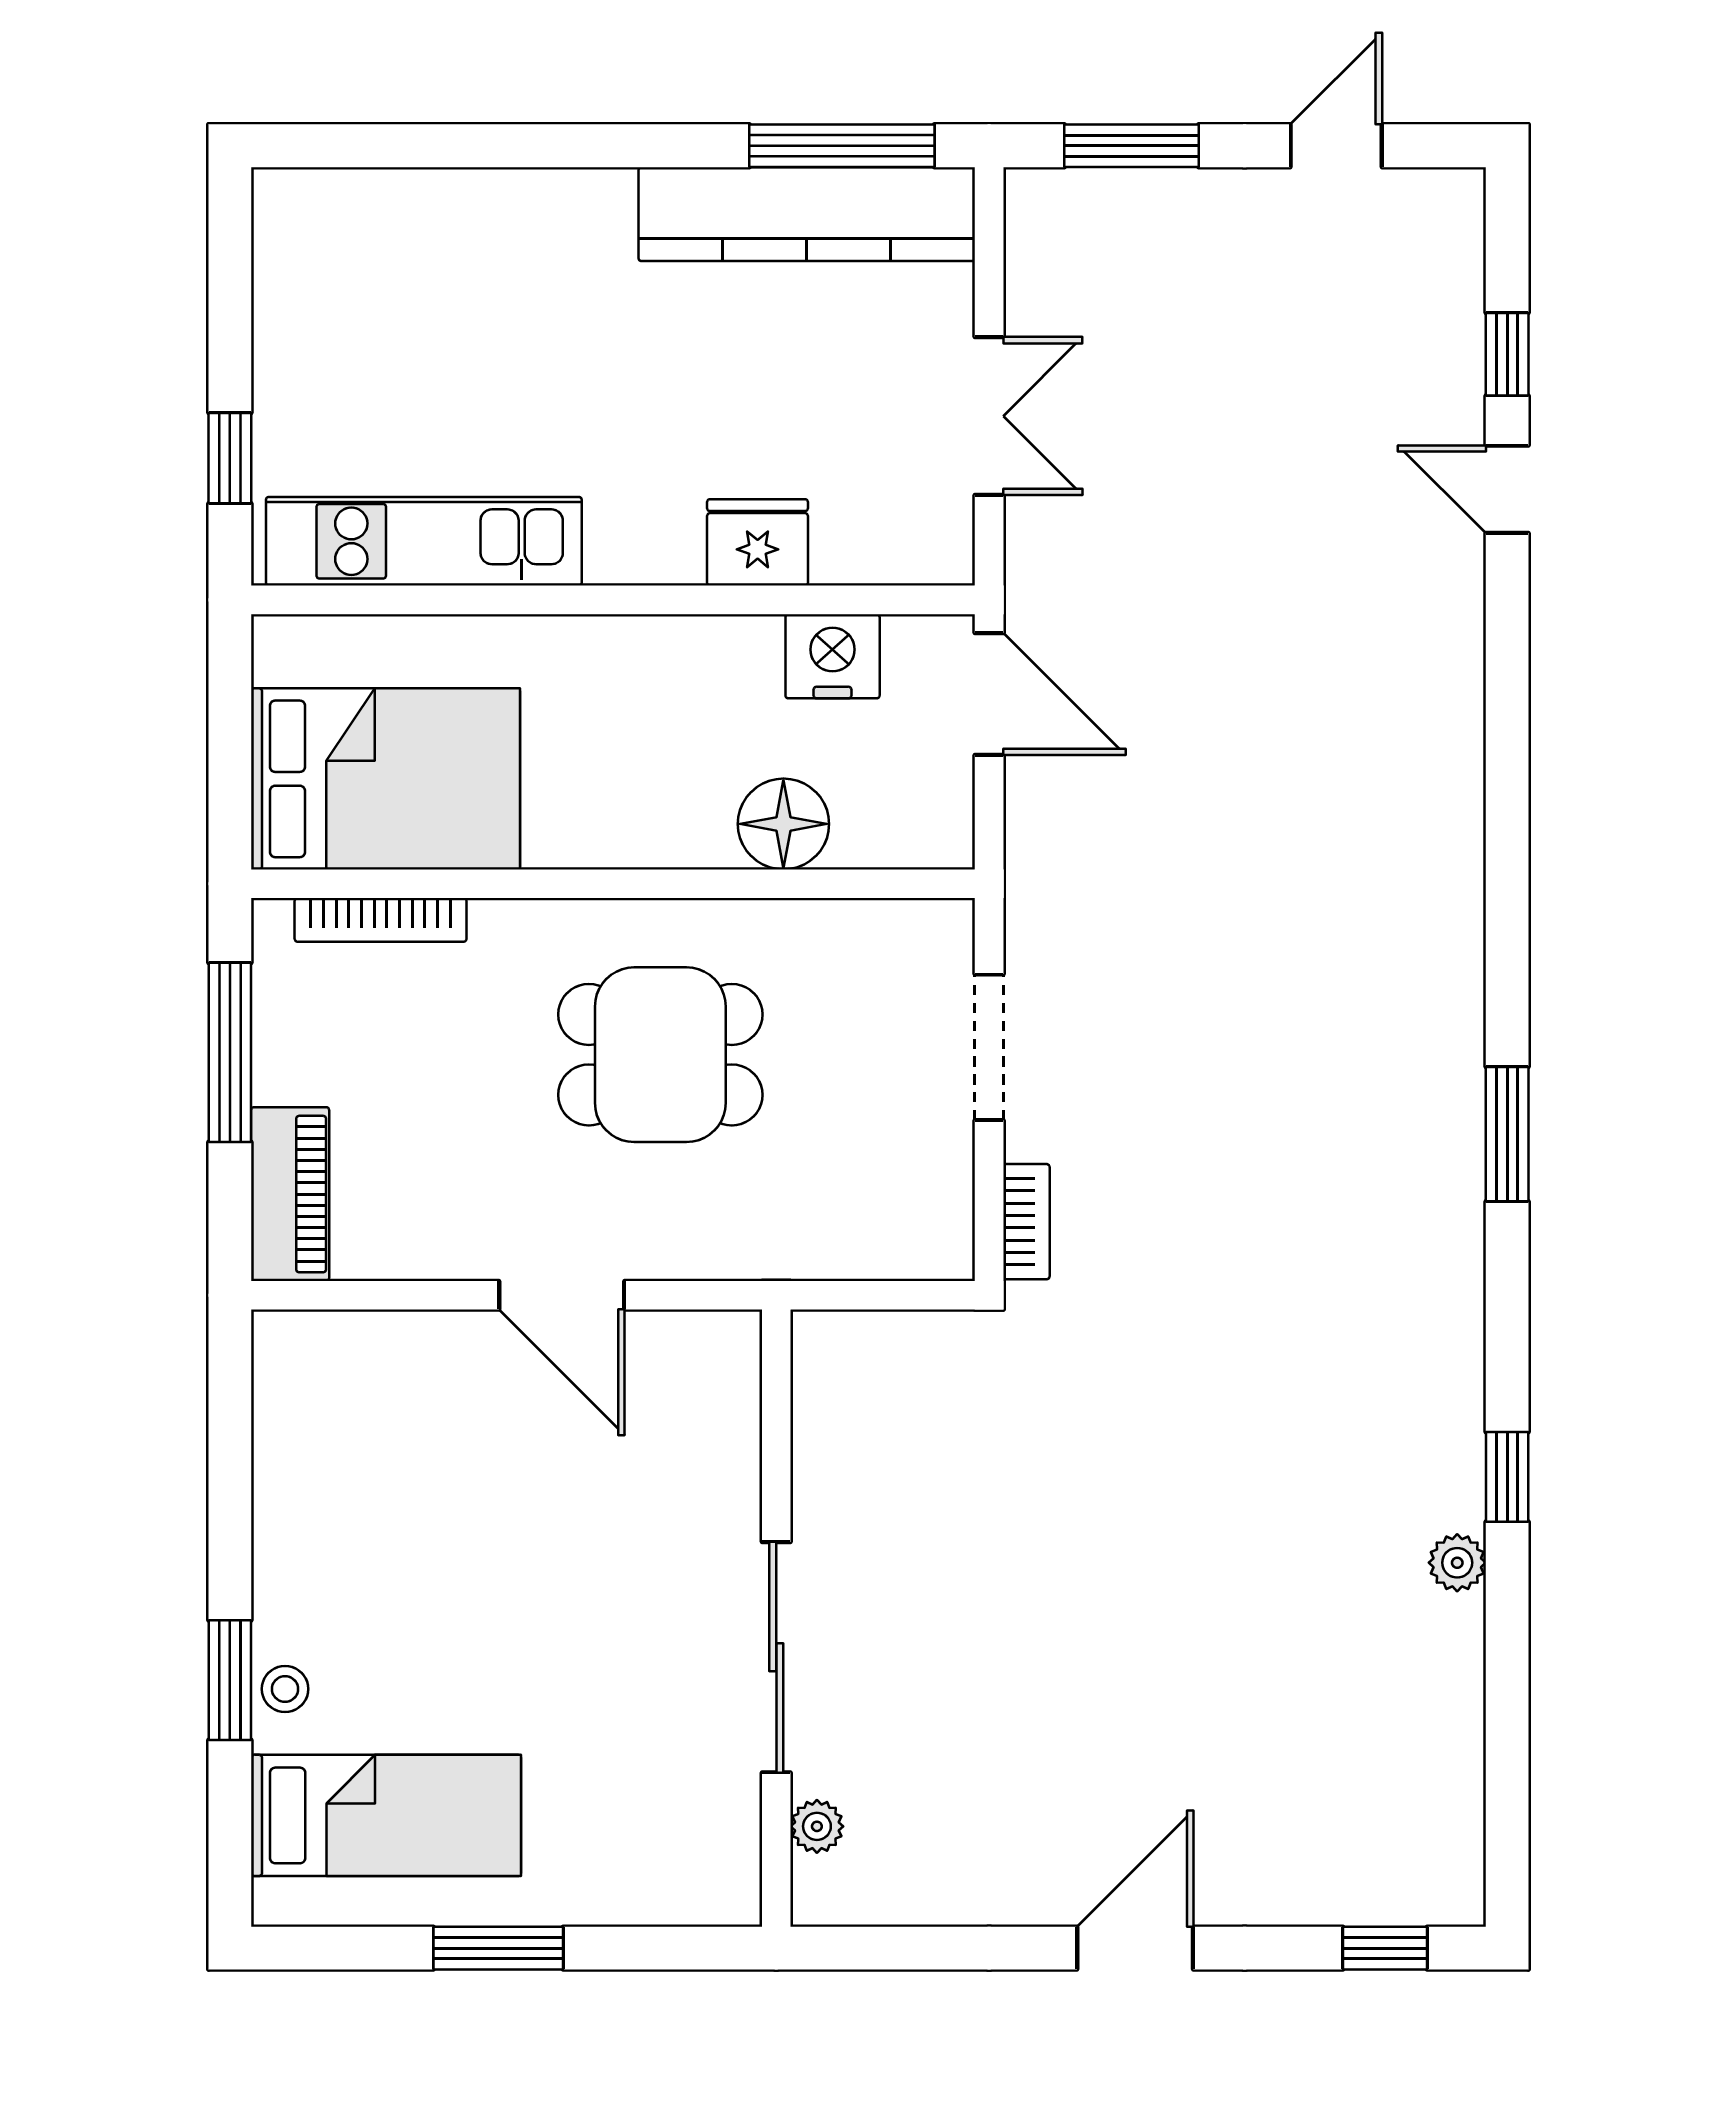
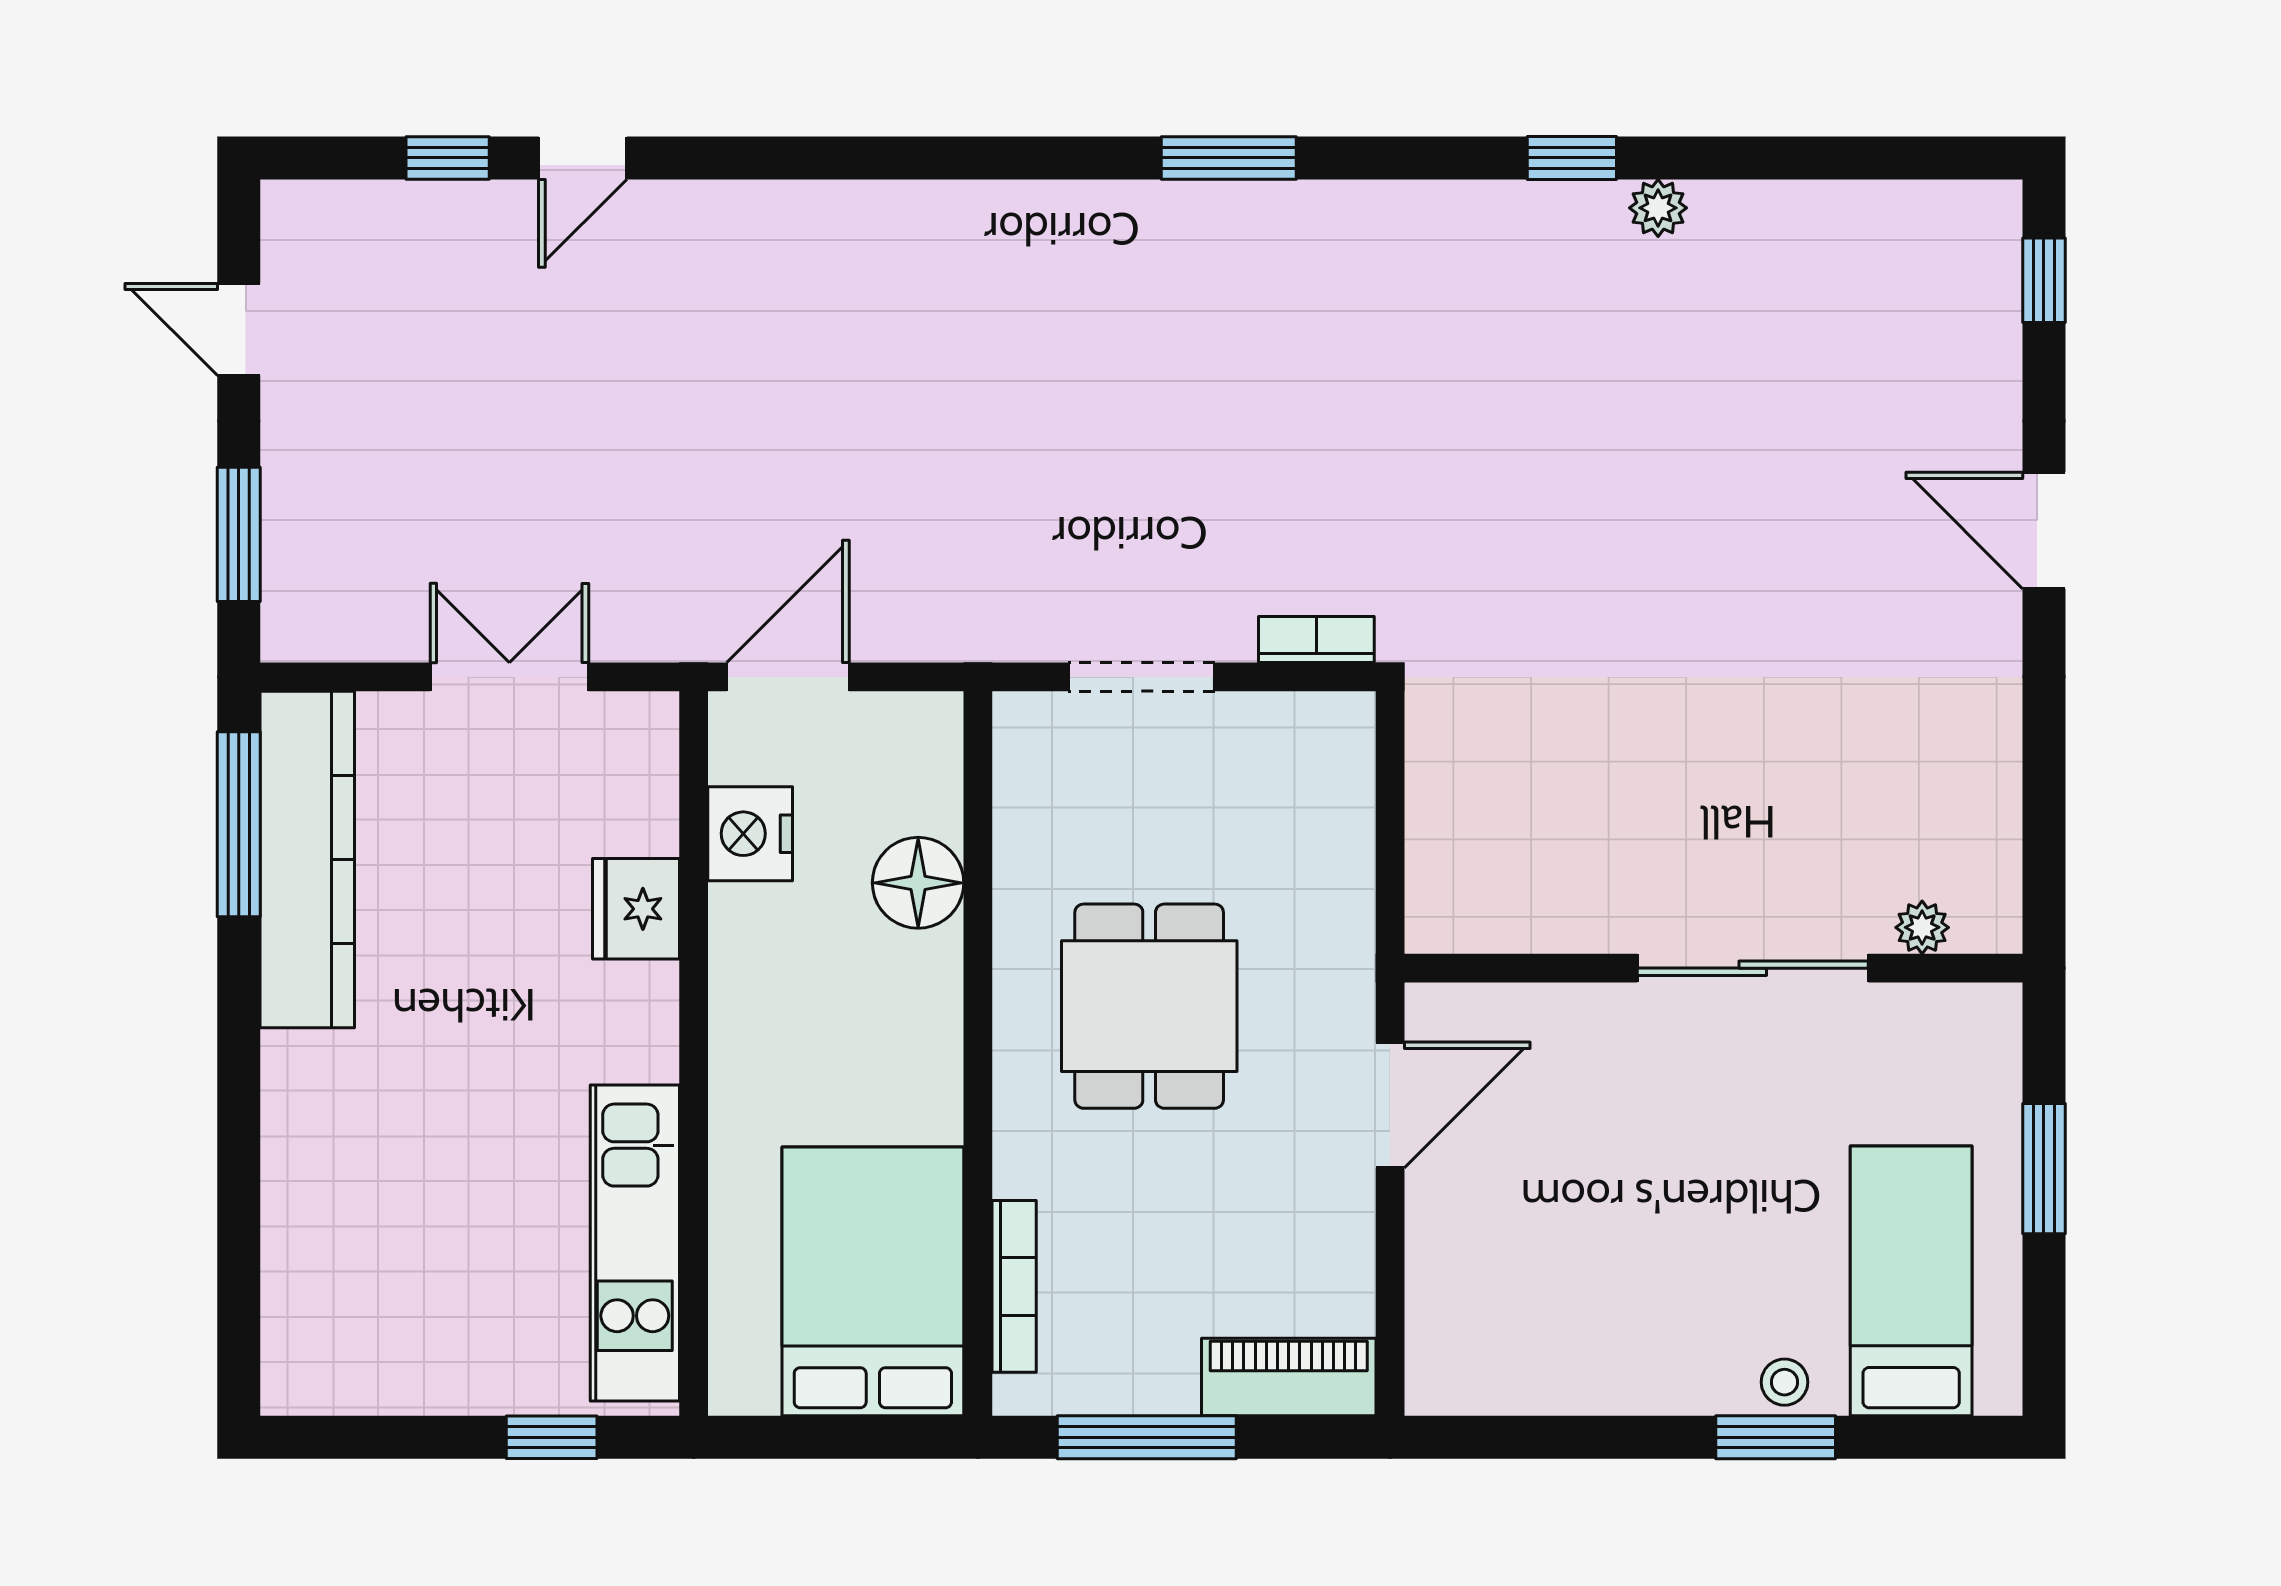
wall: (776, 1618) -> (1713, 968), moved
sliding door: (776, 1657) -> (1753, 968), moved
plant: (817, 1826) -> (1922, 927), moved

